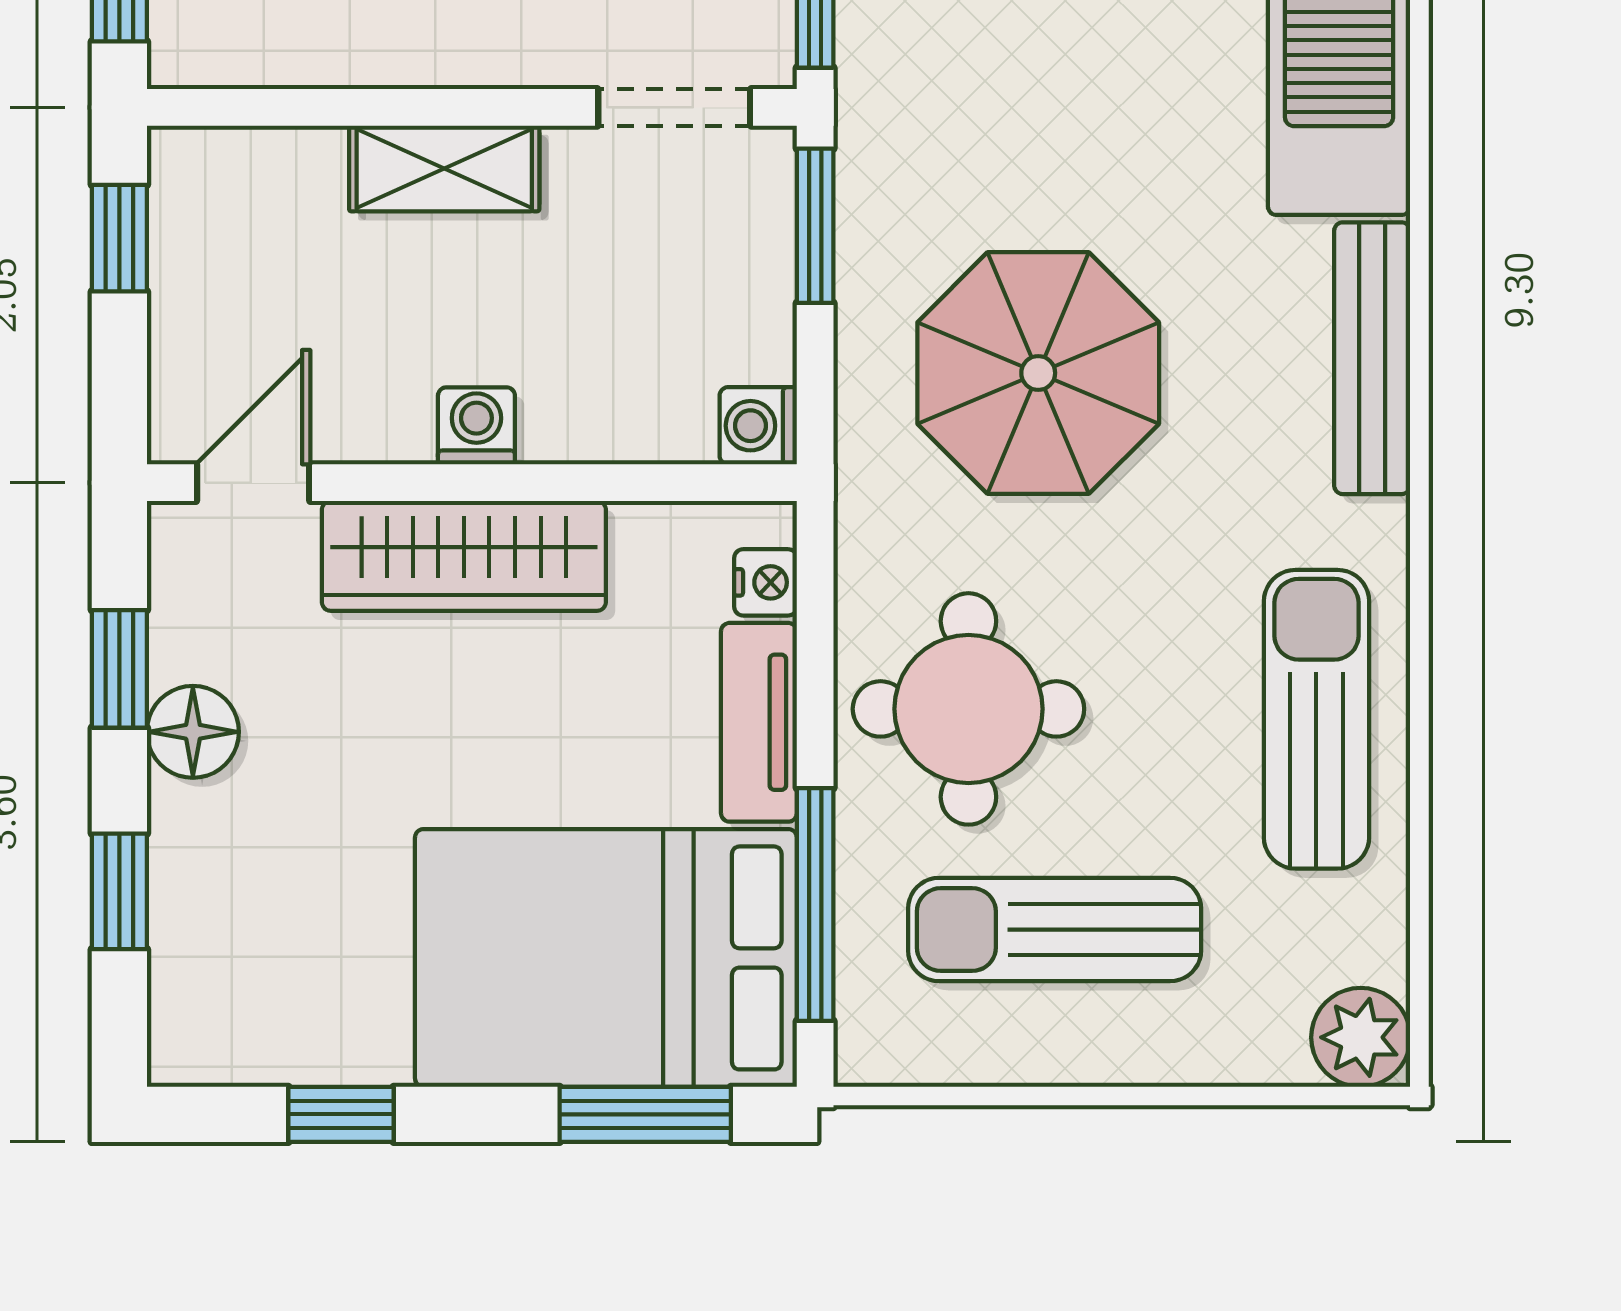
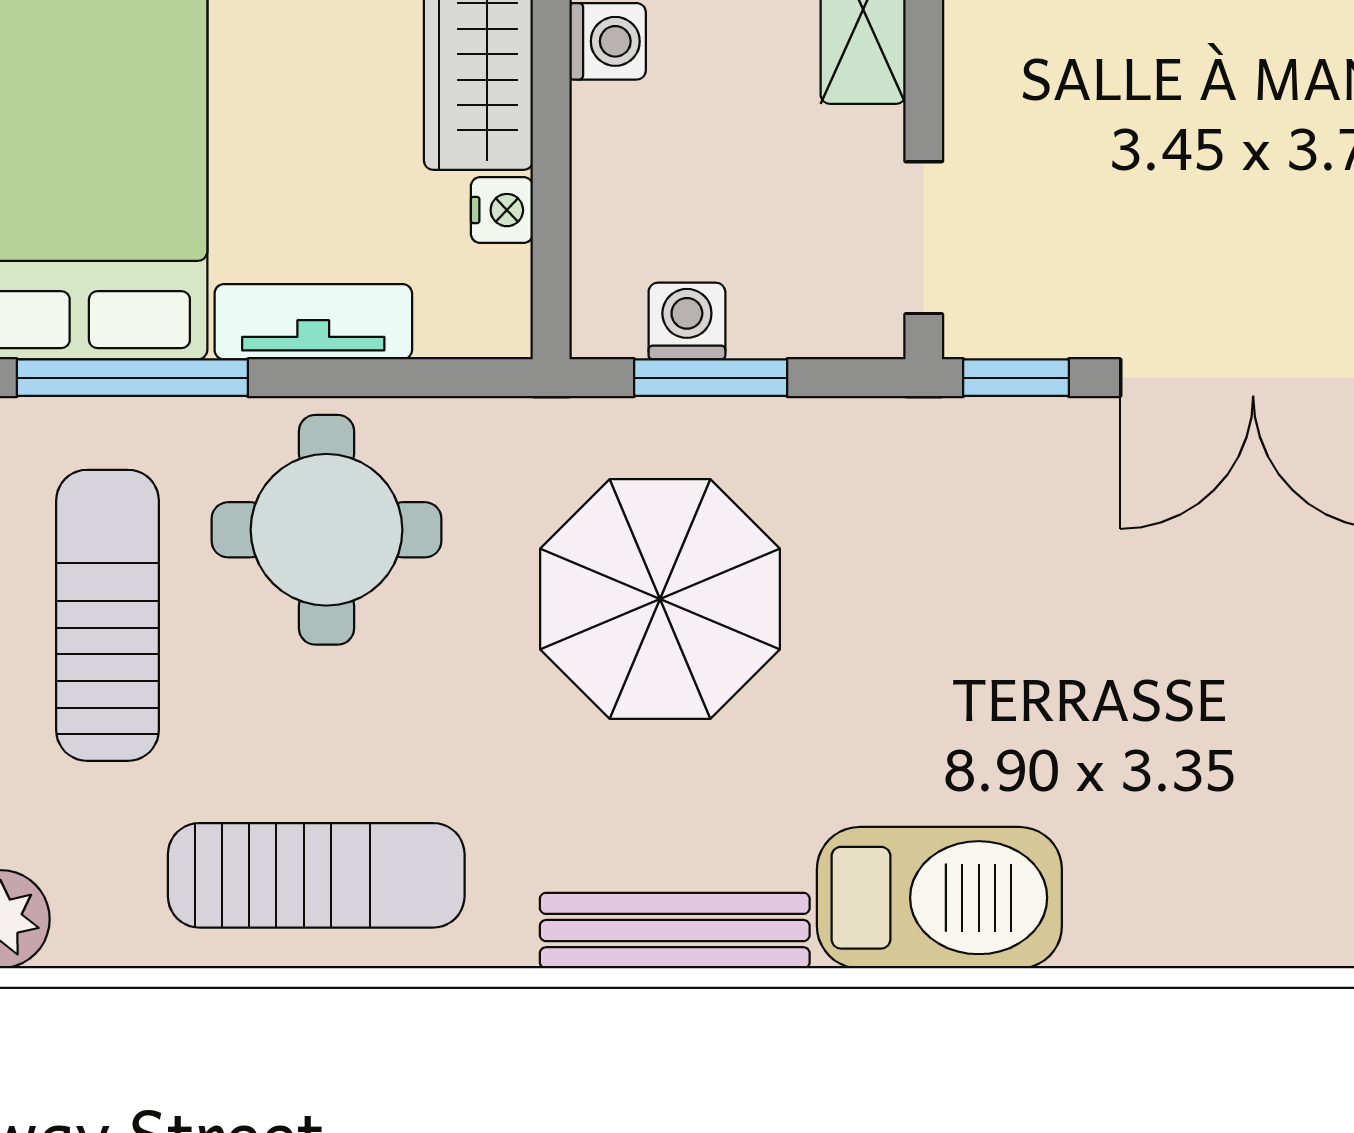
window: (815, 226) -> (711, 378), moved
washing machine: (758, 426) -> (687, 321), moved
nightstand: (766, 582) -> (502, 210), moved, turned -90

